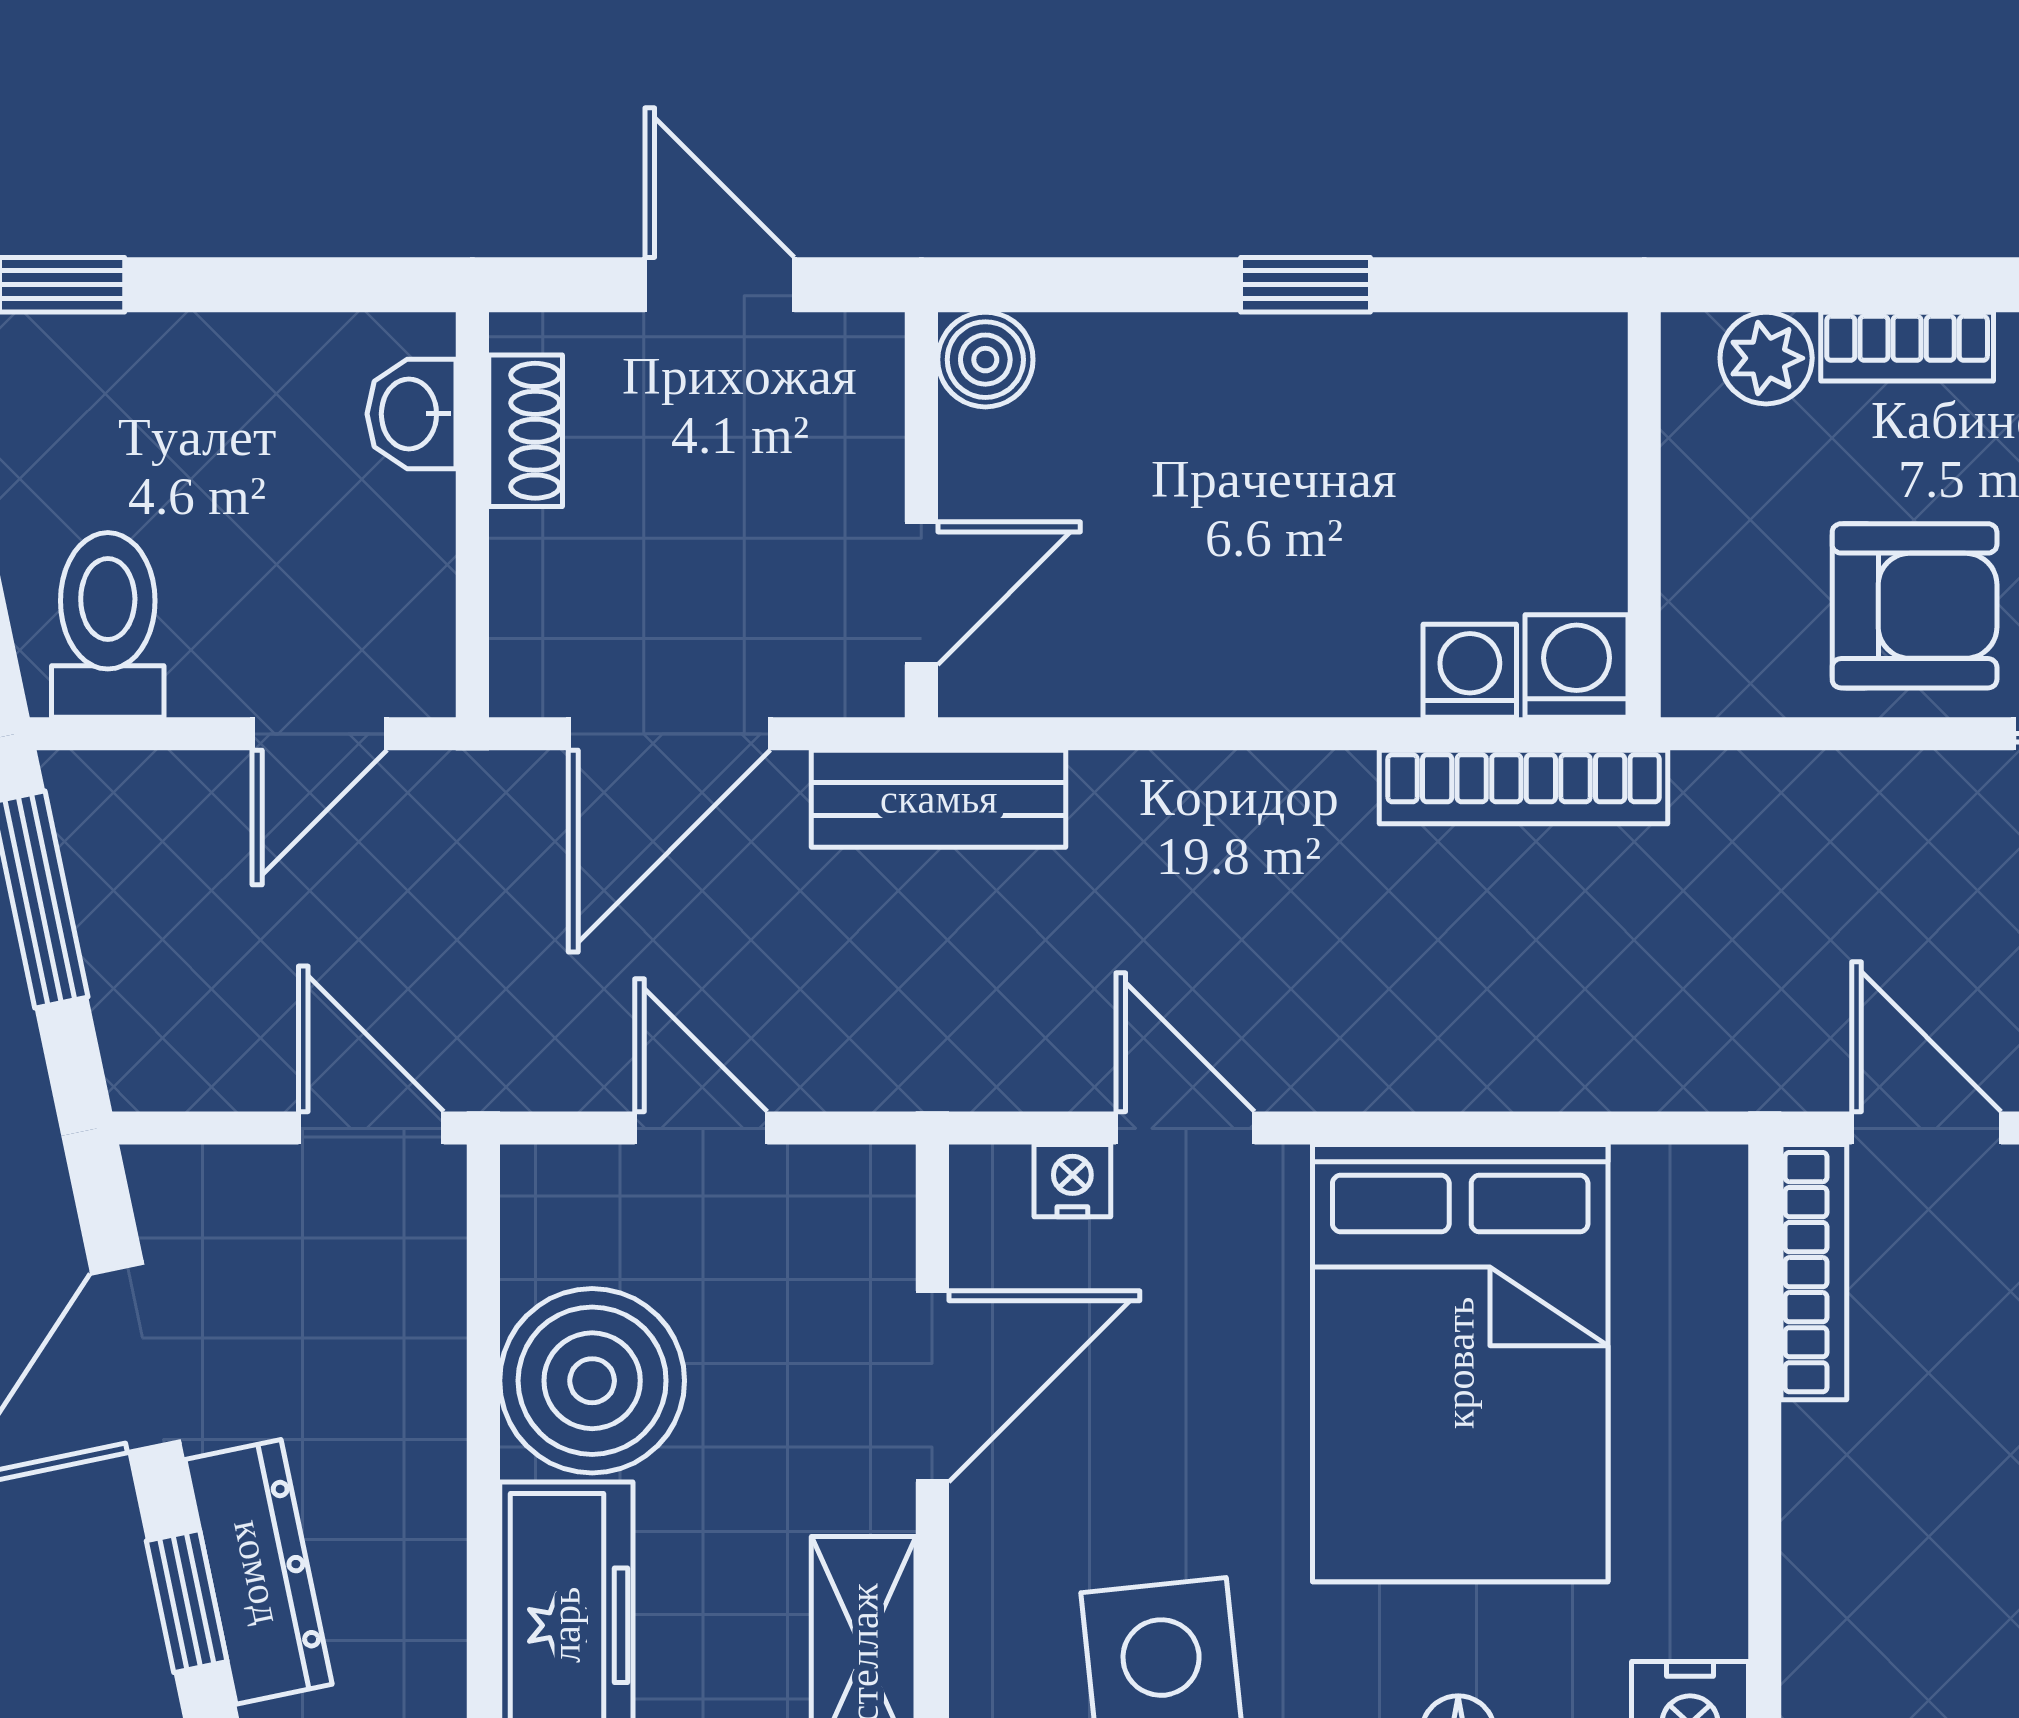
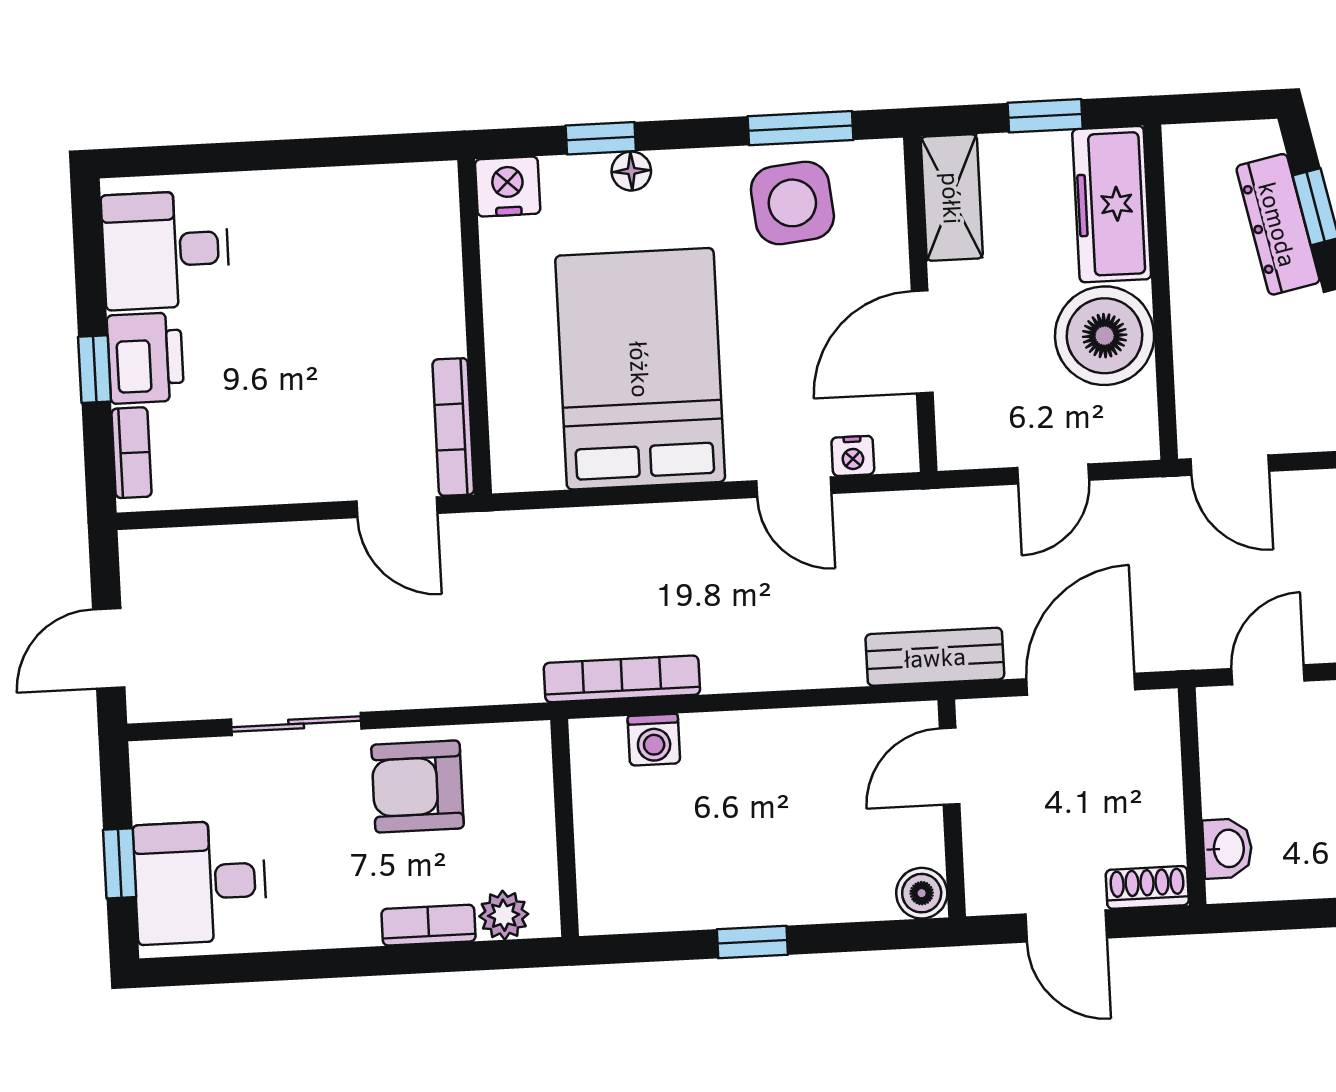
shoe rack: (526, 431) -> (1147, 887), moved, turned 90
washing machine: (1577, 666) -> (597, 745), removed
door: (701, 1128) -> (1053, 474), hinge flipped

